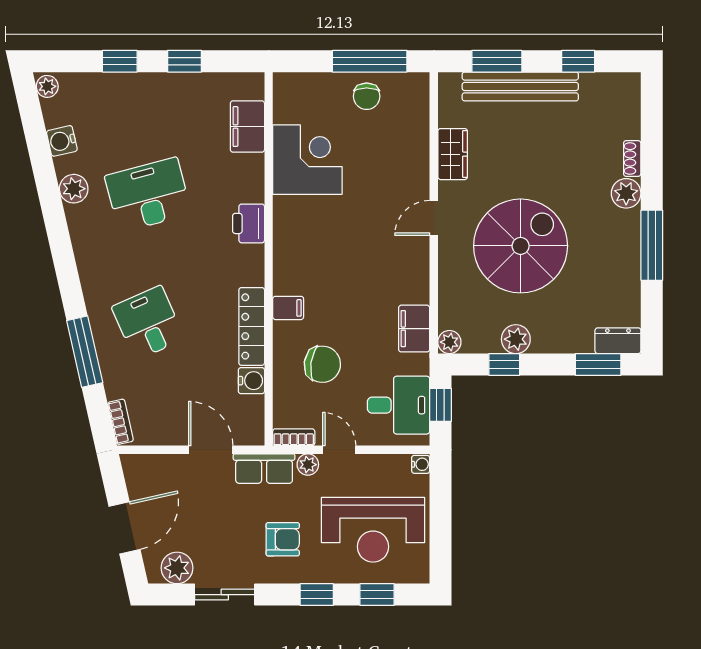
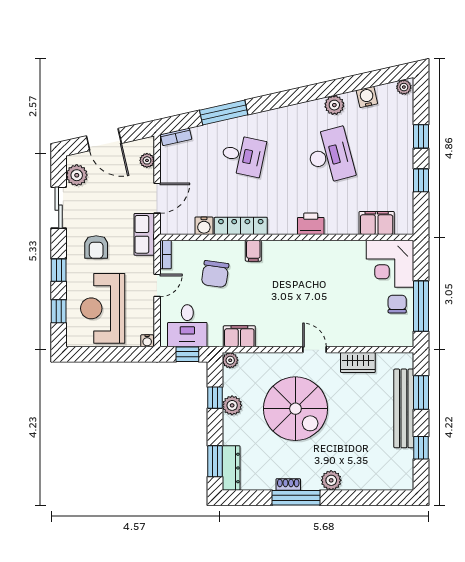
chair: (367, 96) -> (397, 304), turned 90
shoe rack: (632, 159) -> (288, 484), moved
corner desk: (307, 160) -> (390, 264), moved, turned 90
desk: (148, 323) -> (243, 156), turned 36
dresser: (618, 341) -> (231, 468), width x1.44
plant: (308, 465) -> (147, 160), moved

